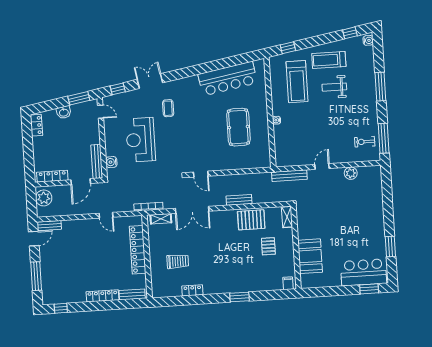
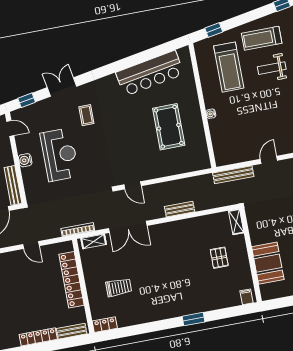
reception desk: (141, 140) -> (60, 155), turned 180
water cooler: (111, 162) -> (25, 160), moved
pallet: (251, 220) -> (196, 230), removed
locker: (192, 290) -> (105, 325), moved

